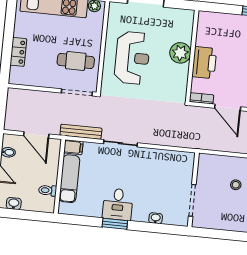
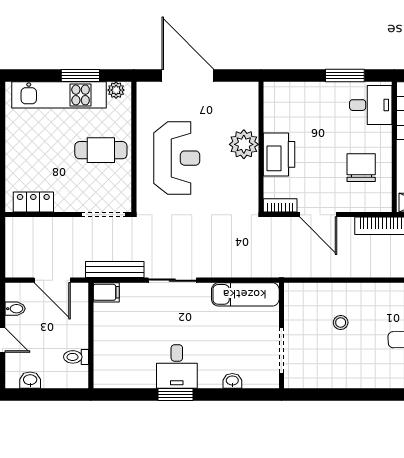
locker: (18, 52) -> (33, 202), moved, turned -90
cafe table: (76, 61) -> (101, 150), moved
exam couch: (69, 179) -> (245, 294), moved, turned 90

